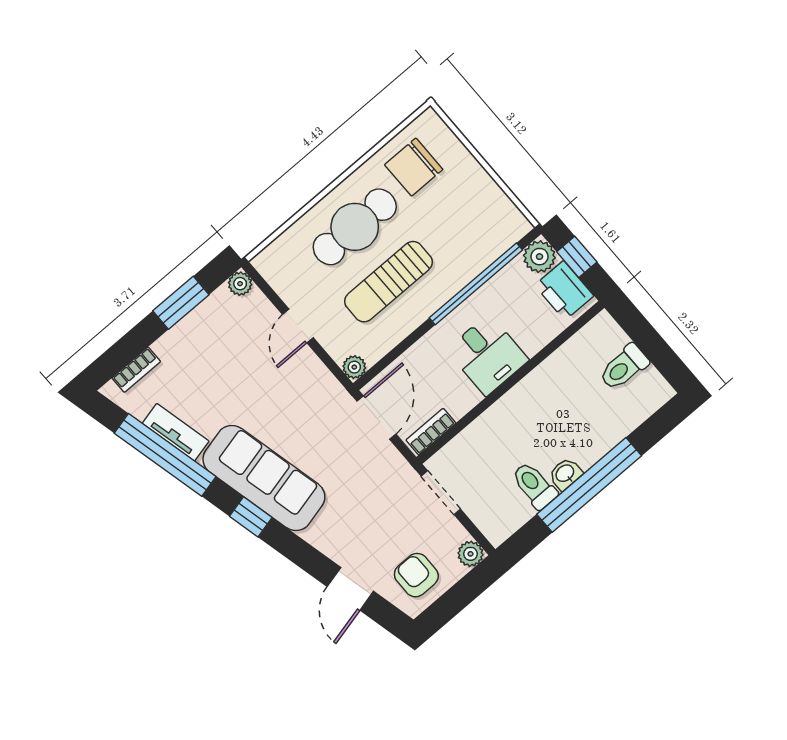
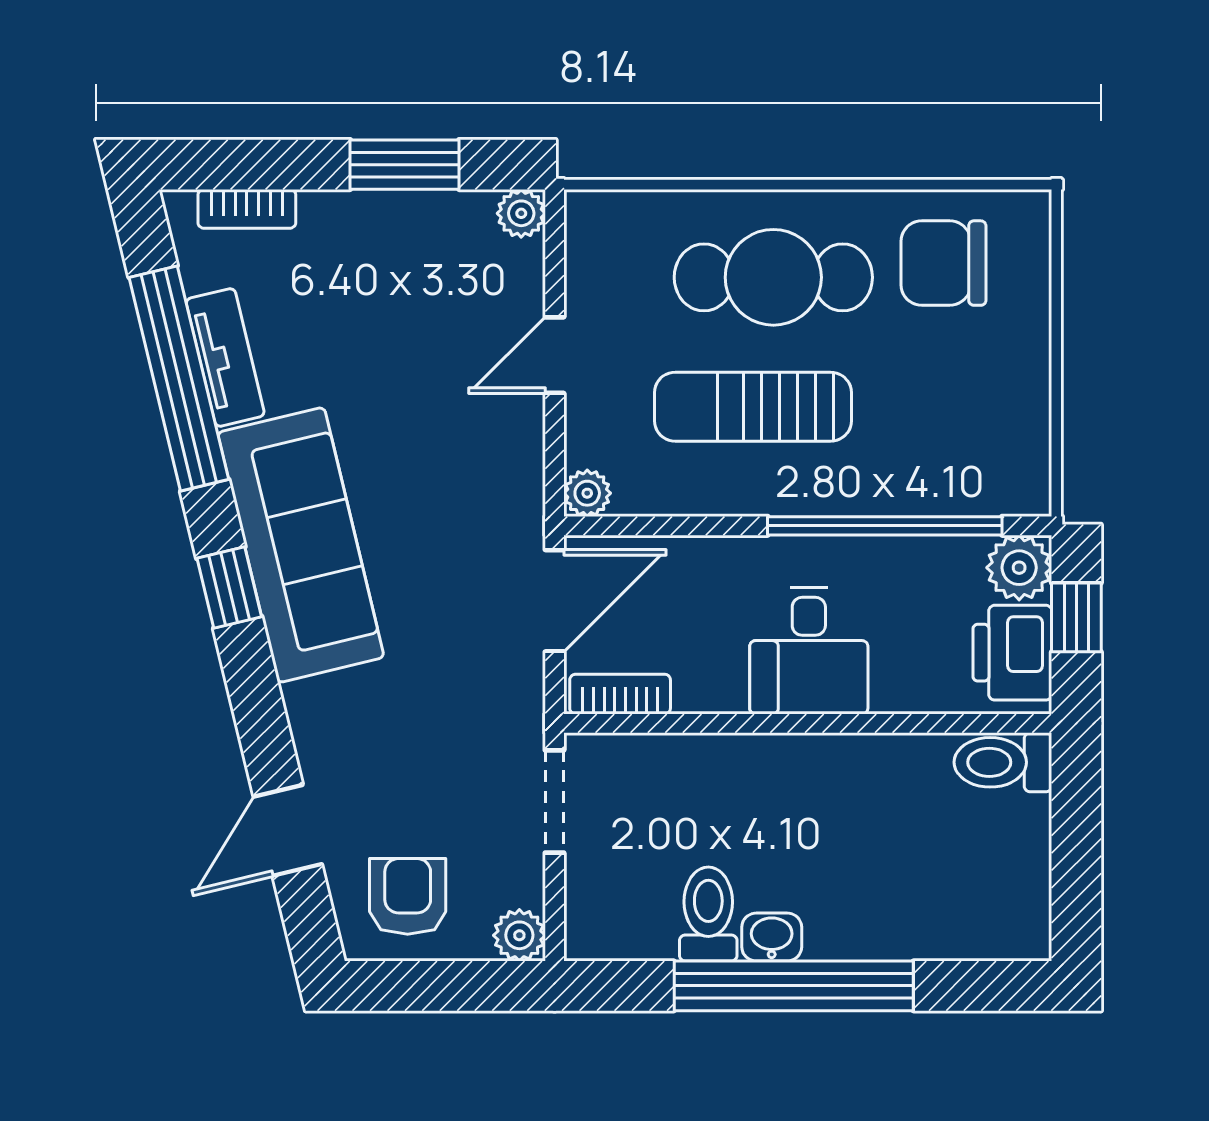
toilet: (624, 367) -> (1003, 762), moved

